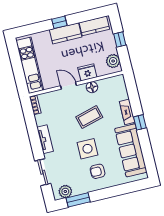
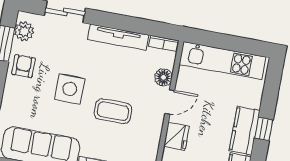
floor lamp: (92, 87) -> (163, 77), moved
coffee table: (89, 117) -> (113, 111), turned -75
tv unit: (45, 139) -> (118, 37), width x1.41
armchair: (98, 171) -> (24, 66), moved

